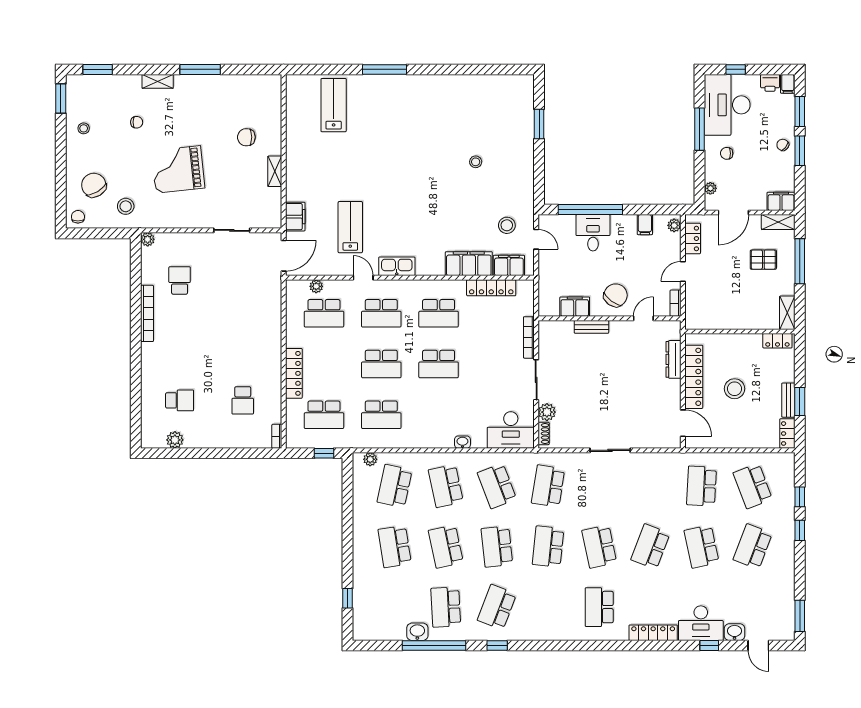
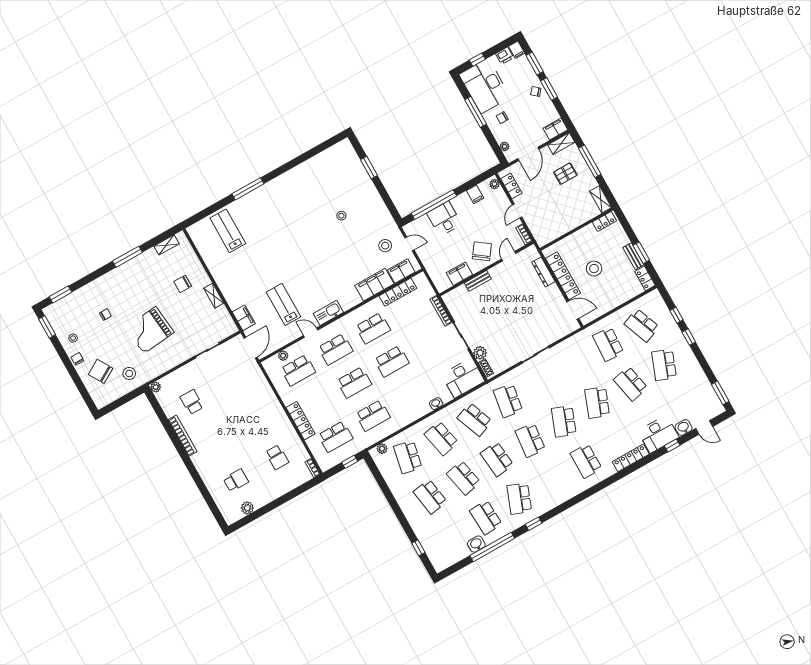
shelving: (158, 81) -> (167, 245), moved
chair: (78, 217) -> (77, 359), moved
school desk: (599, 547) -> (564, 421), turned 33

